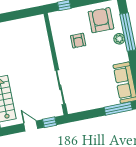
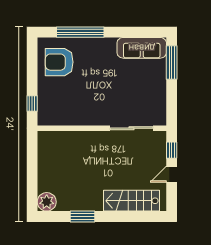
plant: (119, 39) -> (87, 44), removed
armchair: (78, 41) -> (79, 95), removed

